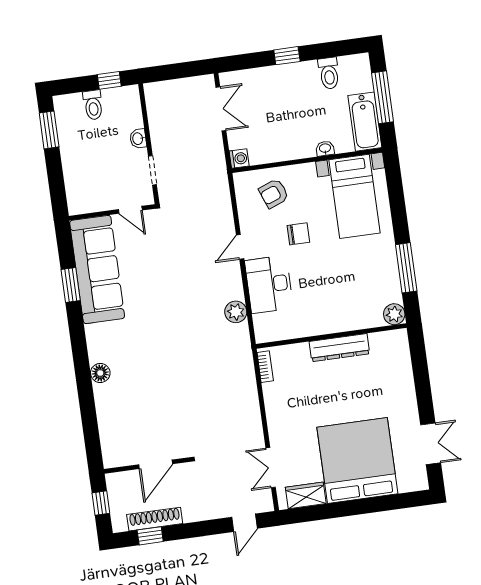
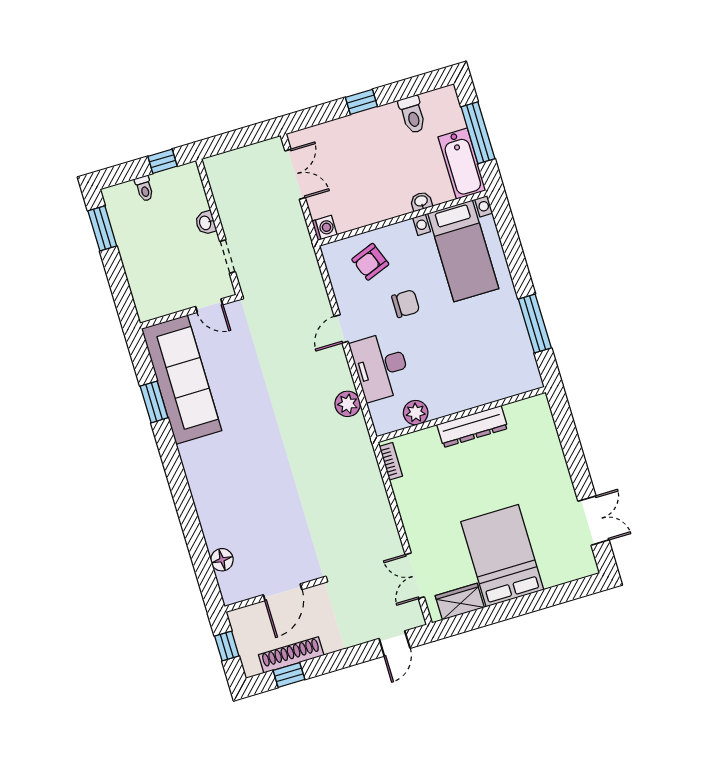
toilet: (93, 105) -> (144, 188), width x0.73, depth x0.72
plant: (394, 314) -> (416, 413), moved
floor lamp: (100, 373) -> (222, 560), moved
bed: (357, 460) -> (502, 556), width x0.73

